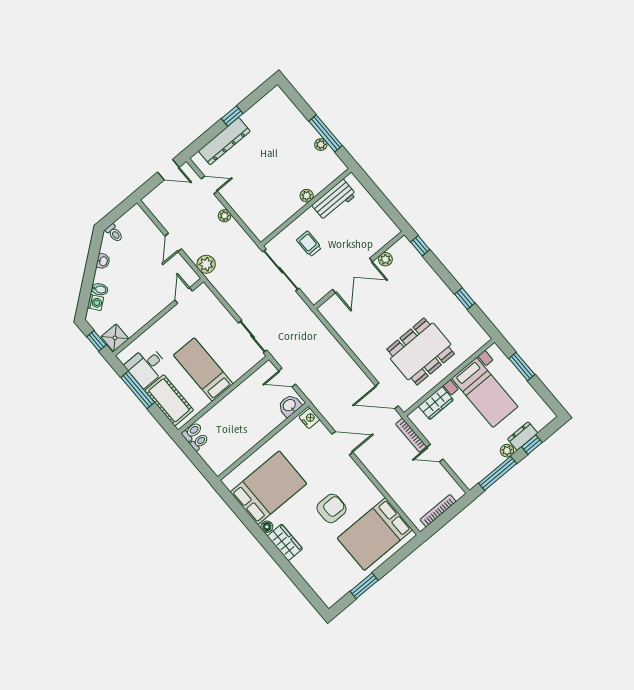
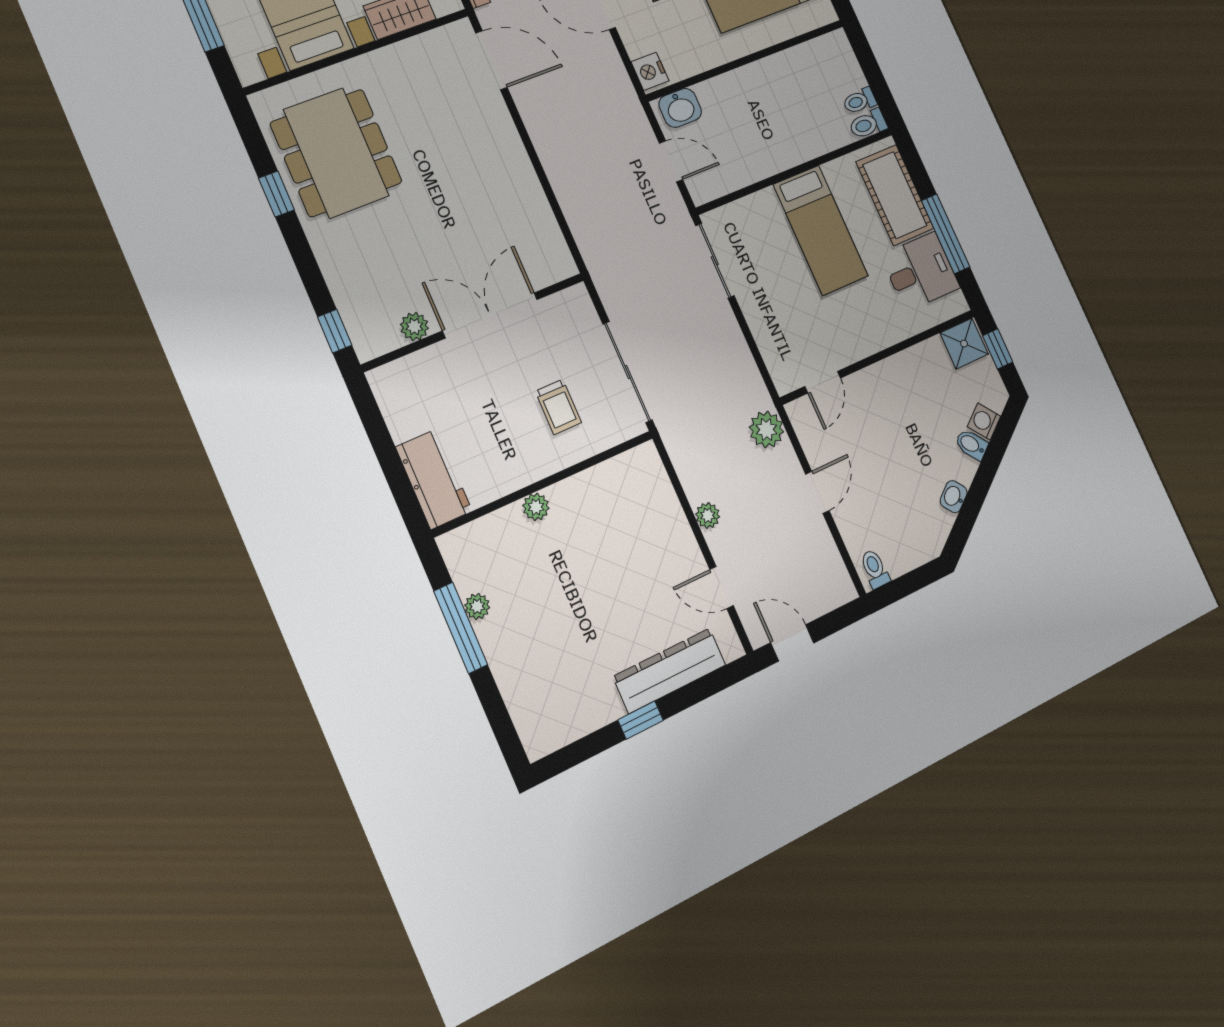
workbench: (334, 200) -> (434, 479), moved, turned 90
toilet: (114, 233) -> (875, 569), moved
dining table: (421, 351) -> (336, 153), moved, turned 90

